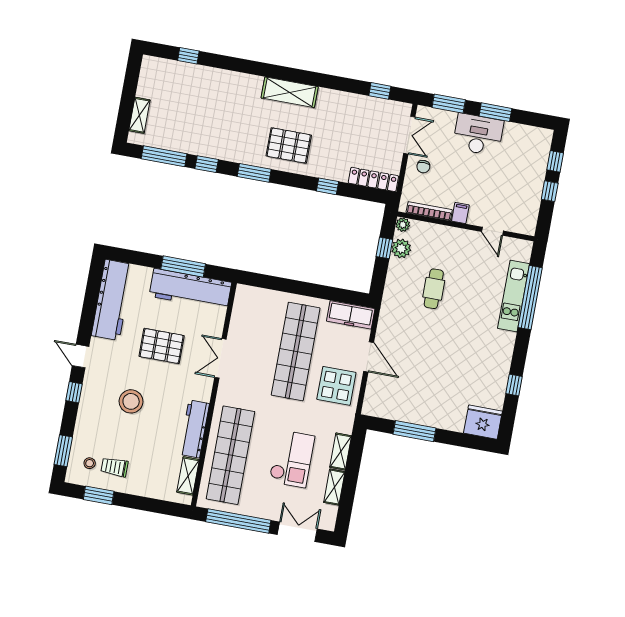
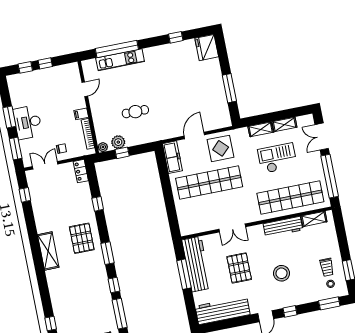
locker: (373, 179) -> (81, 171), width x0.66

